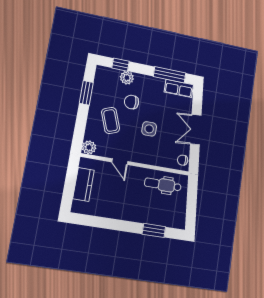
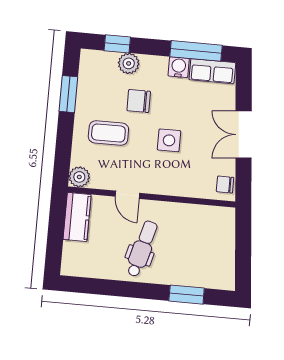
water cooler: (158, 84) -> (179, 67), added
coffee table: (111, 120) -> (108, 133), turned -70
kitchen counter: (83, 184) -> (77, 217), moved
dental chair: (163, 185) -> (142, 249), moved, turned 105

